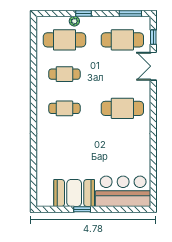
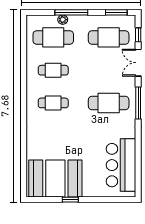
window: (83, 14) -> (71, 12), width x2.17
window: (153, 108) -> (138, 103), added
bar counter: (123, 191) -> (121, 165), moved, turned -90
booth: (74, 193) -> (55, 178), width x1.36, depth x1.42

